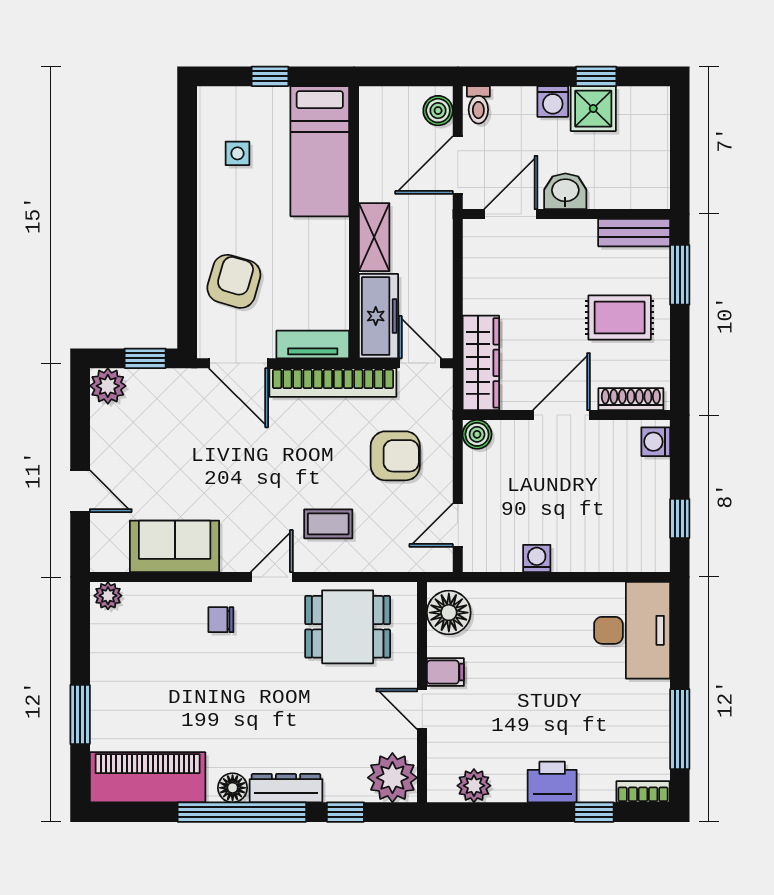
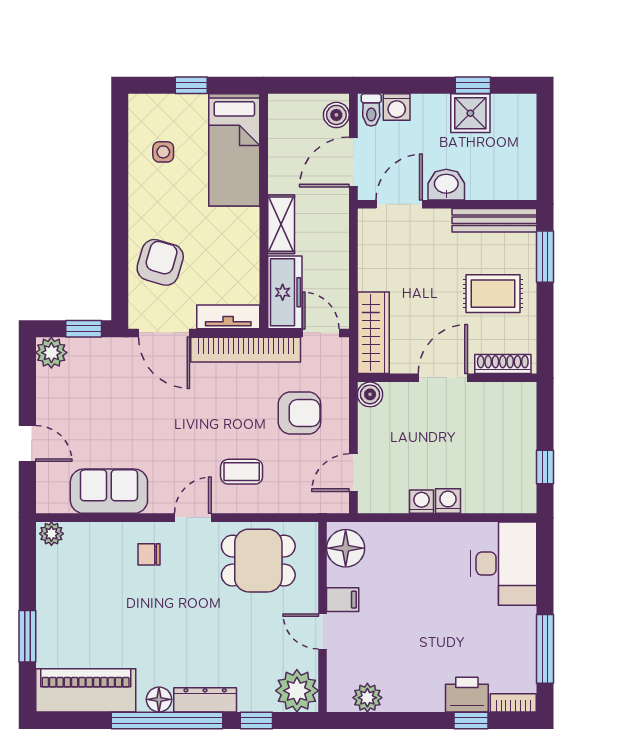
washing machine: (553, 101) -> (397, 107), moved
bench: (634, 233) -> (494, 220), width x1.36
washing machine: (656, 442) -> (448, 501), moved, turned 90
printer: (552, 782) -> (467, 695), moved

